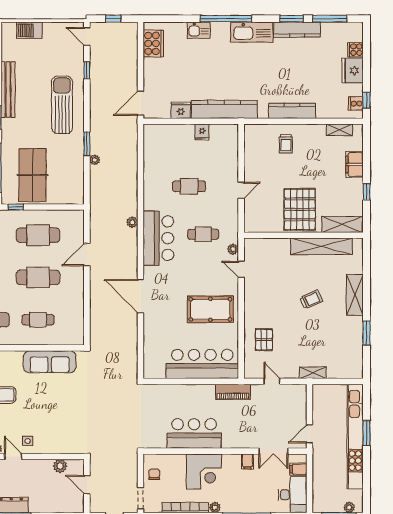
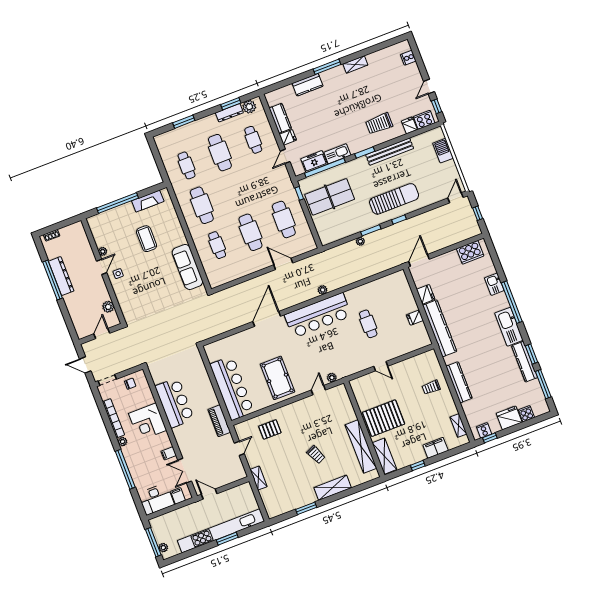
window: (87, 70) -> (399, 219), moved
door: (141, 103) -> (419, 260), hinge flipped
cafe table: (203, 234) -> (335, 350), removed
bar counter: (158, 238) -> (318, 315), width x1.36

